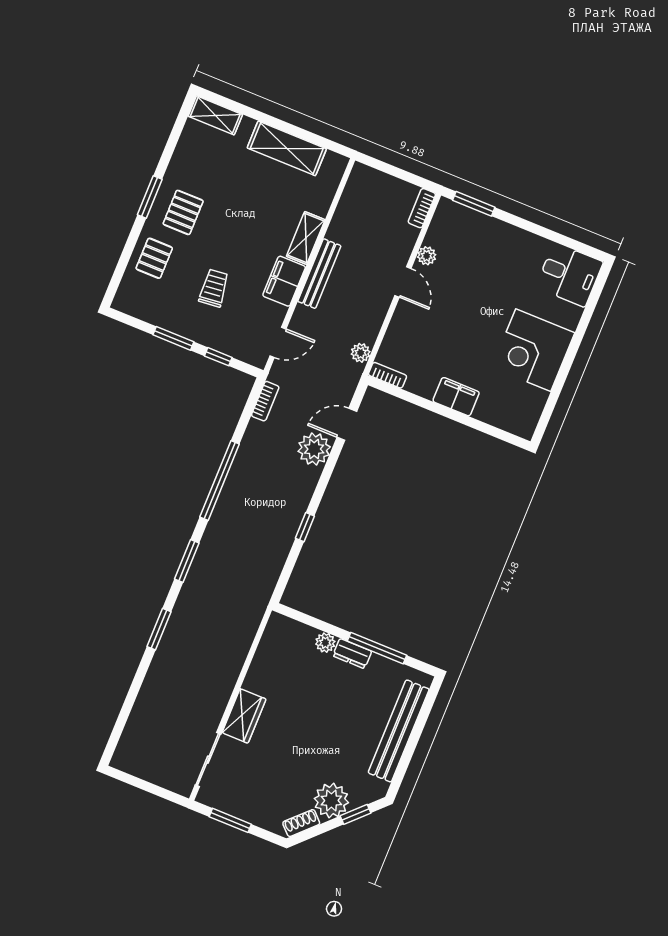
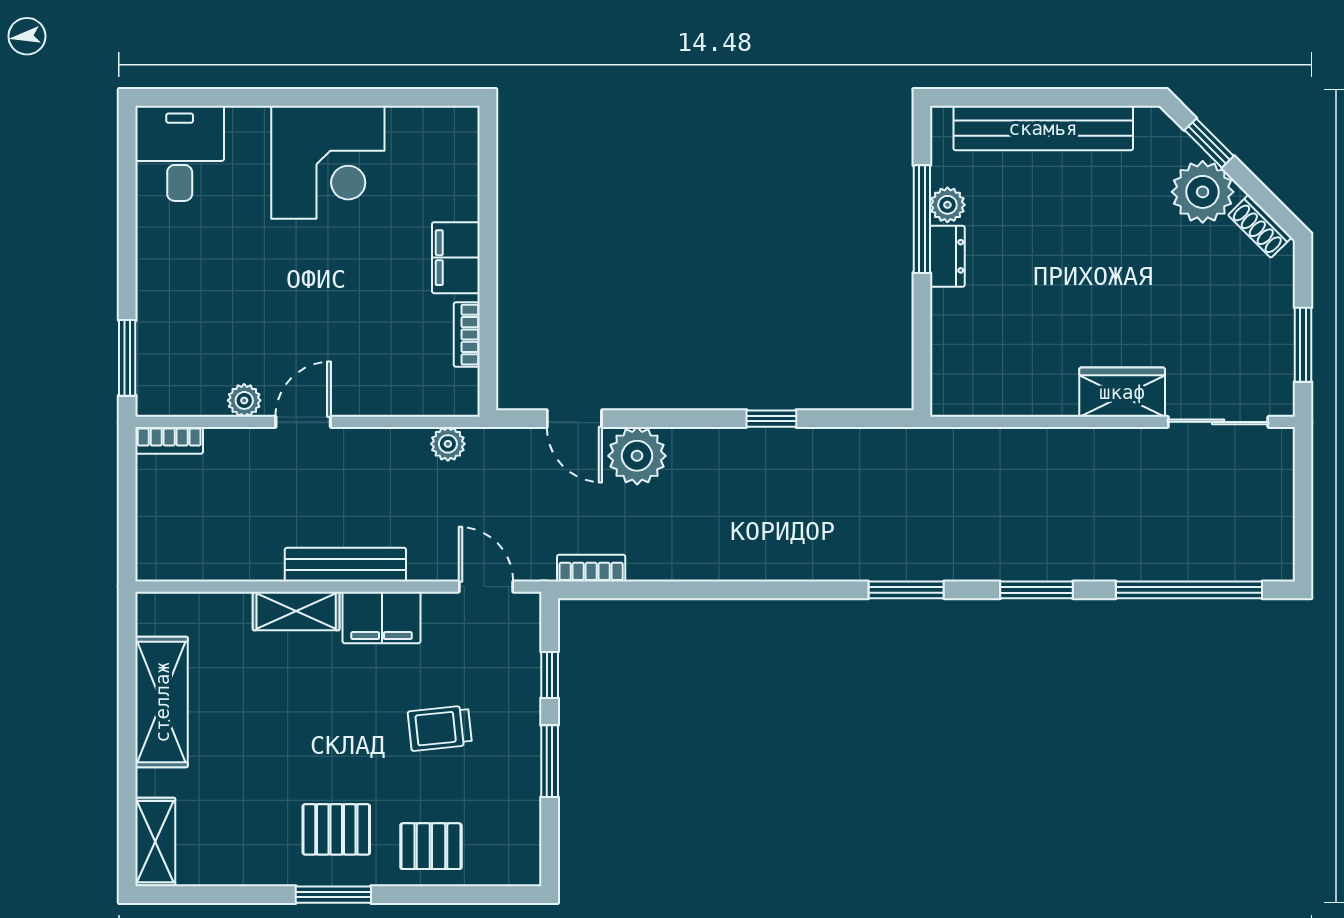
bookcase: (388, 375) -> (467, 335), moved
window: (220, 480) -> (1189, 590), moved
plant: (325, 643) -> (947, 205), moved

